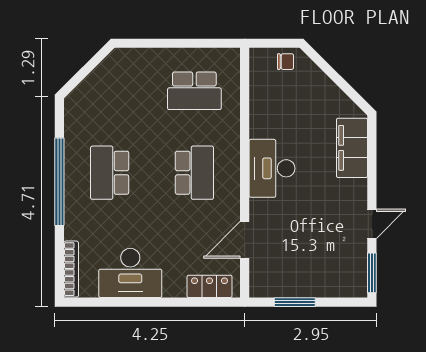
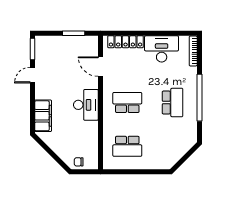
school desk: (194, 91) -> (127, 146), turned 180
school desk: (194, 173) -> (127, 103), turned 90
door: (245, 240) -> (100, 67), swing flipped
locker: (210, 286) -> (126, 42), width x1.53

